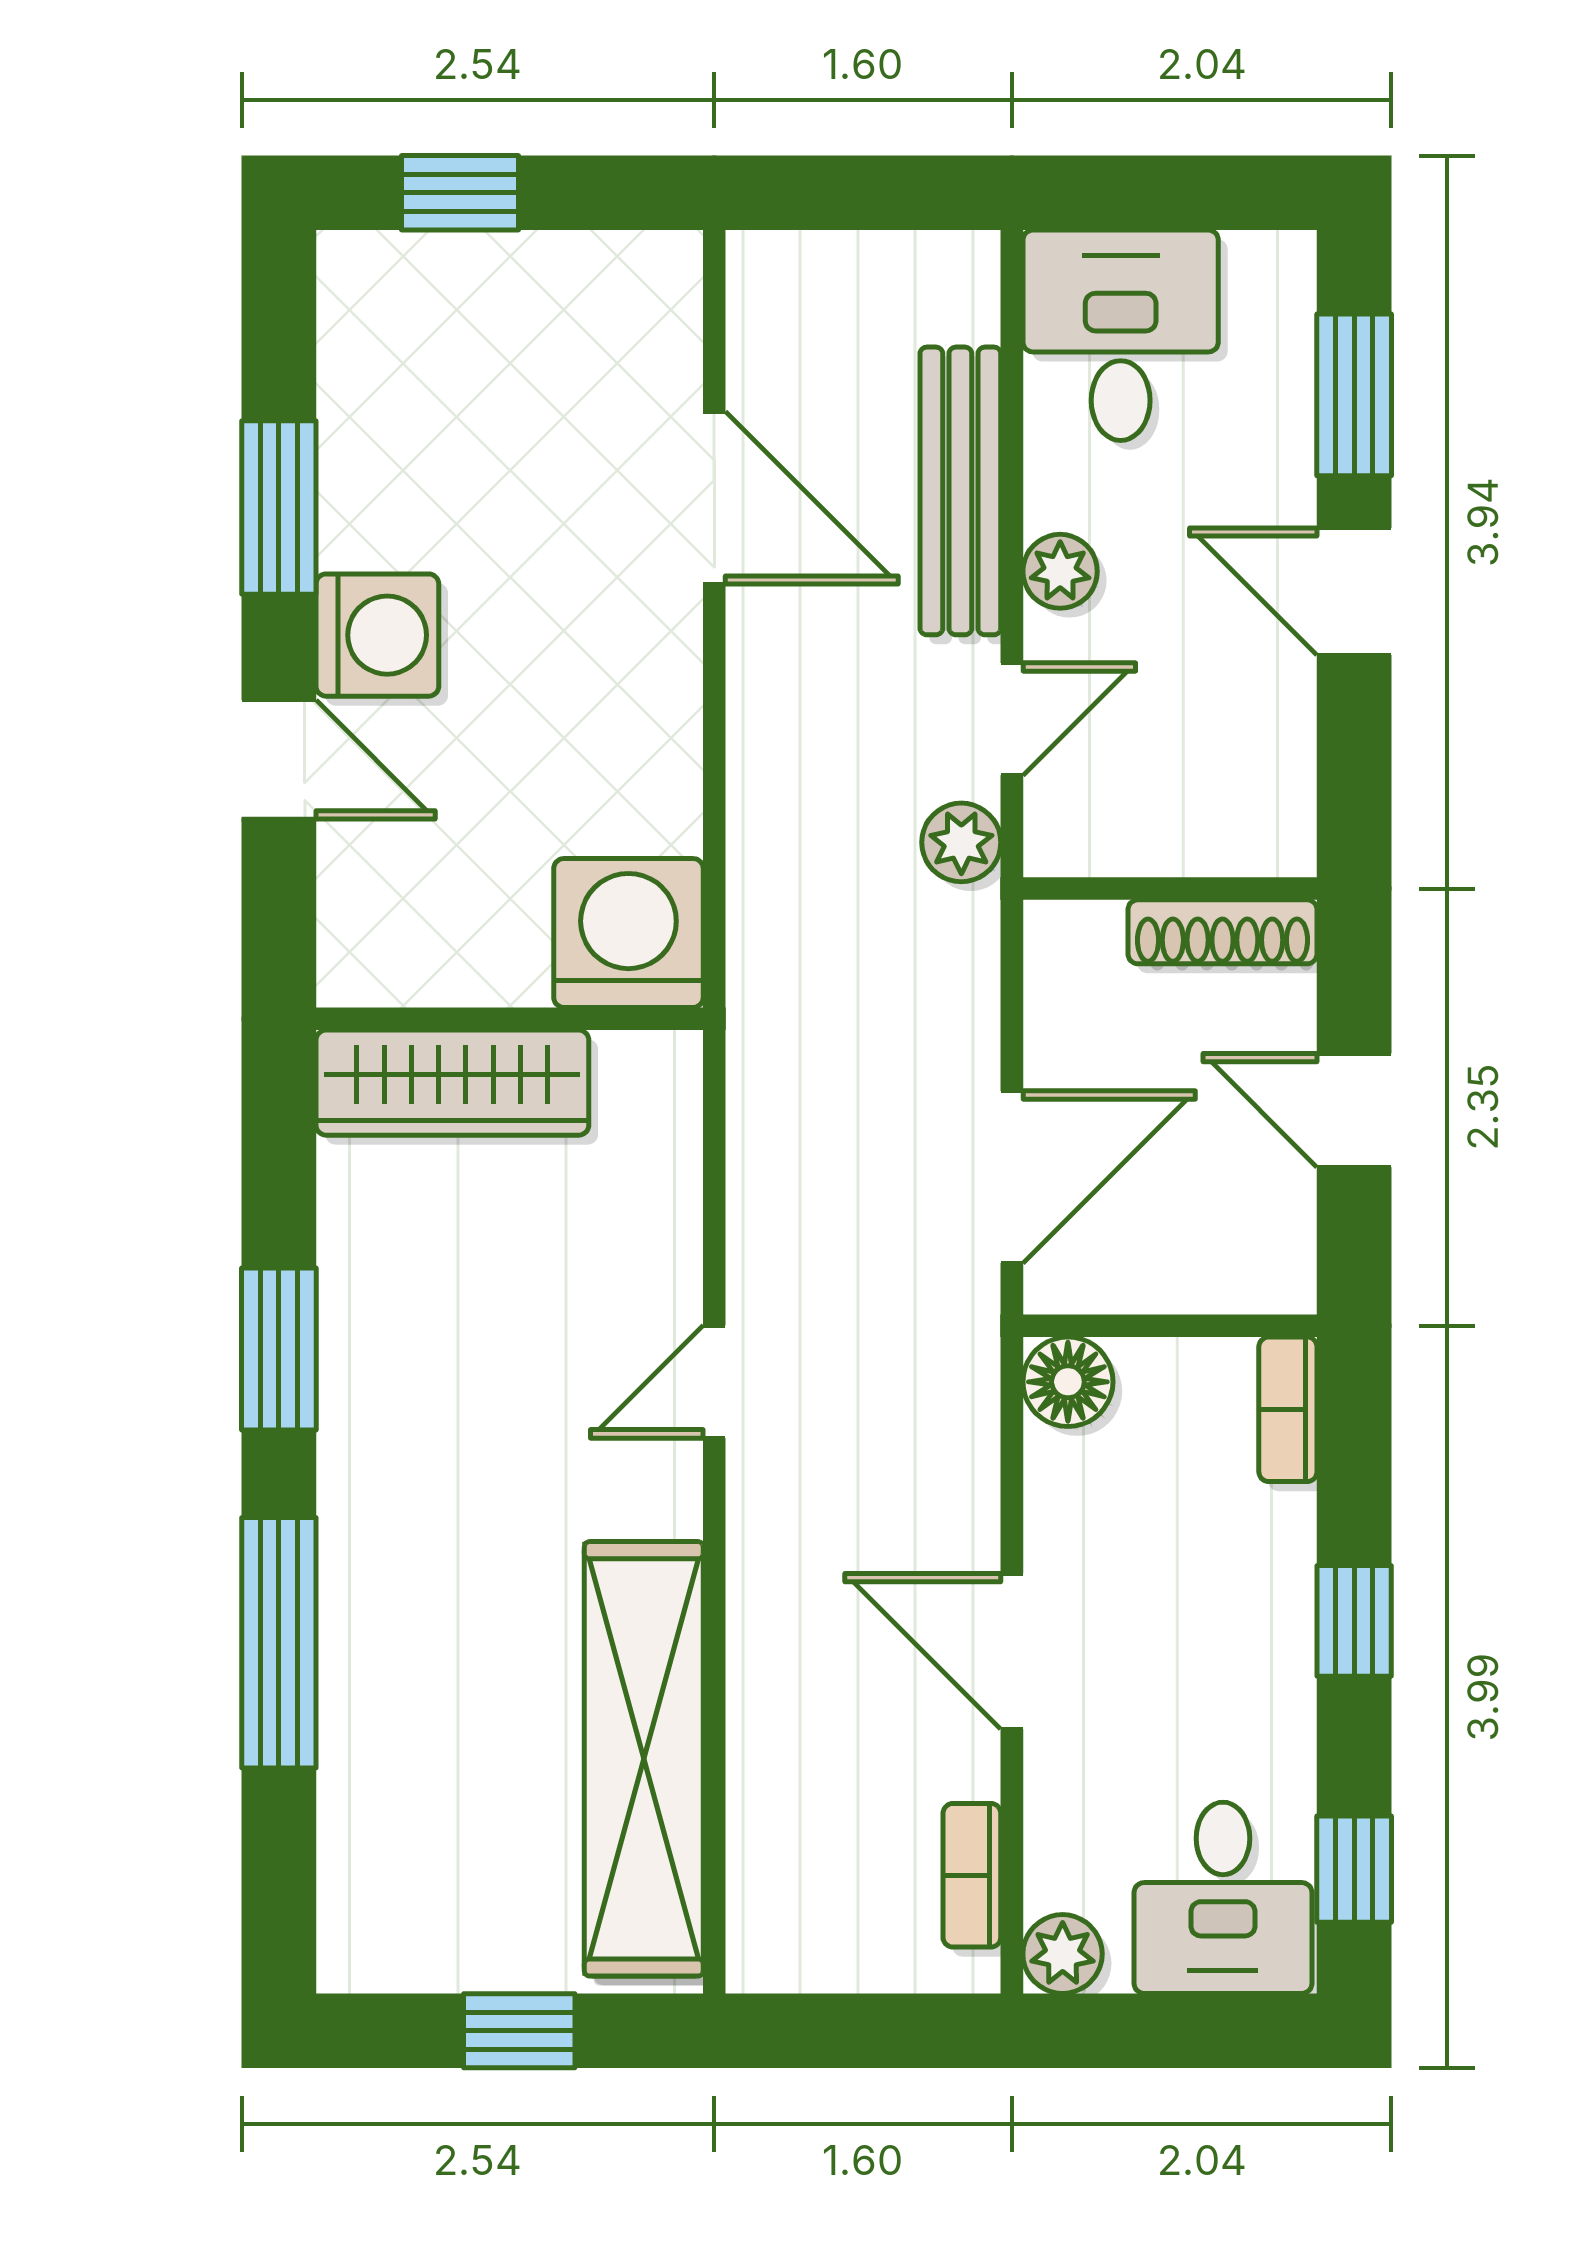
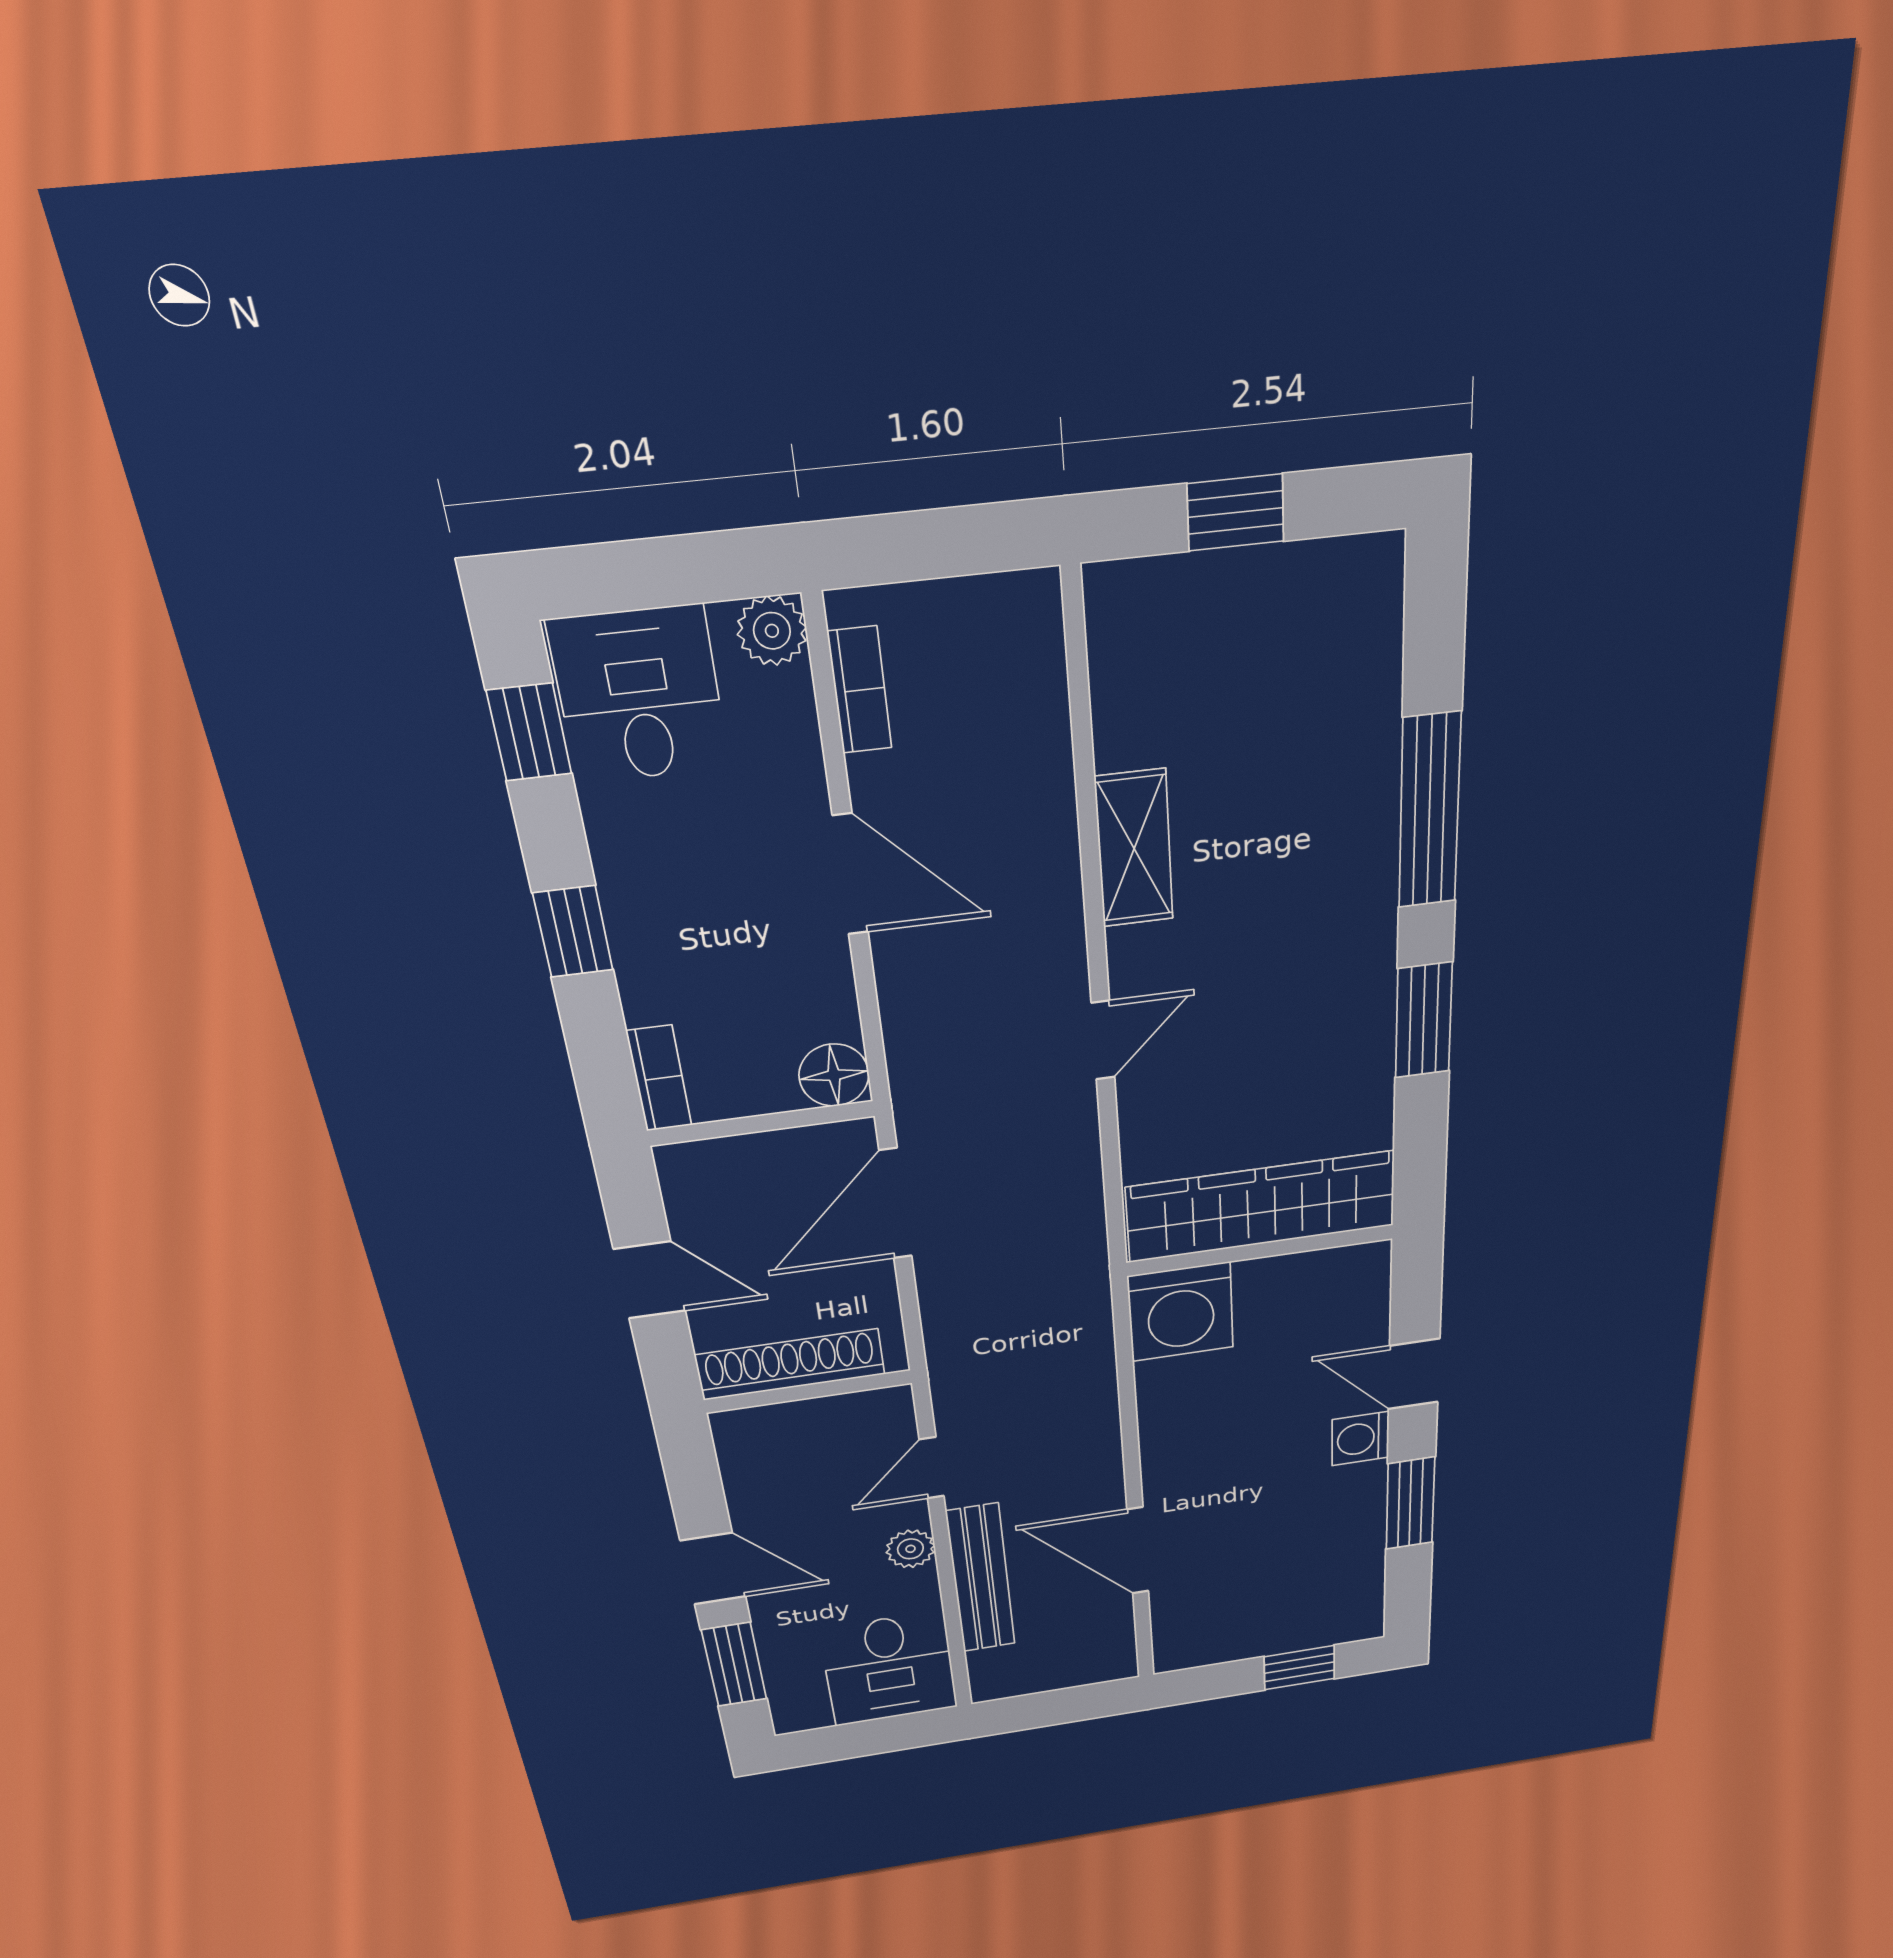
washing machine: (377, 635) -> (1360, 1439), width x0.73, depth x0.73
plant: (961, 842) -> (957, 1396), removed
shoe rack: (1222, 932) -> (790, 1365), width x1.36, depth x1.24
wardrobe: (452, 1083) -> (1261, 1207), width x1.40, depth x1.17
shelving: (644, 1759) -> (1134, 849), width x0.45, depth x0.75

